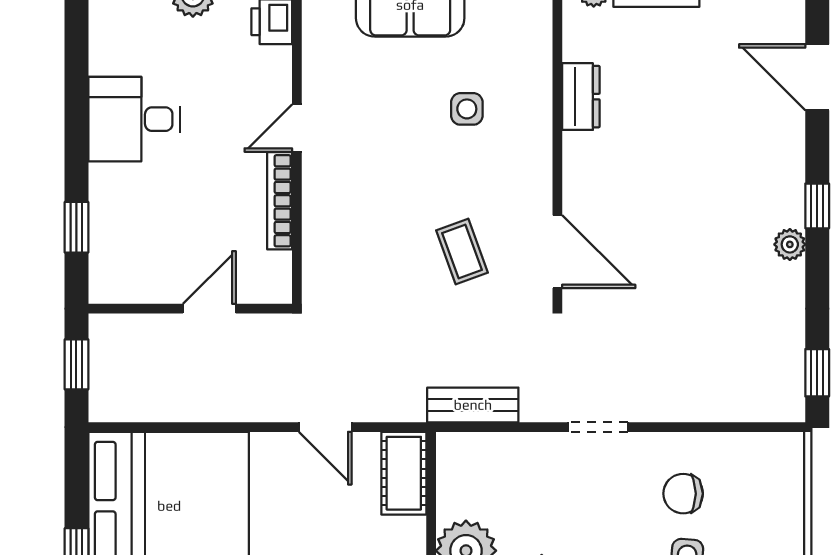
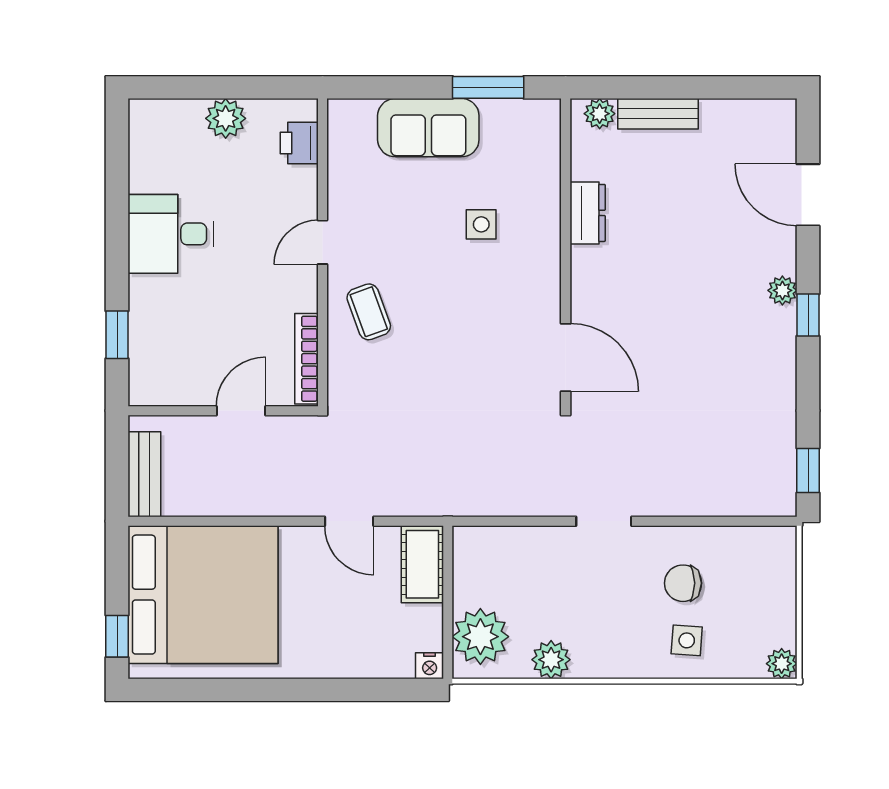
bookcase: (280, 201) -> (307, 359), moved
plant: (790, 244) -> (782, 290), moved
coffee table: (462, 252) -> (369, 312), moved
window: (76, 364) -> (117, 463), removed
bench: (473, 405) -> (144, 474), moved, turned 90

